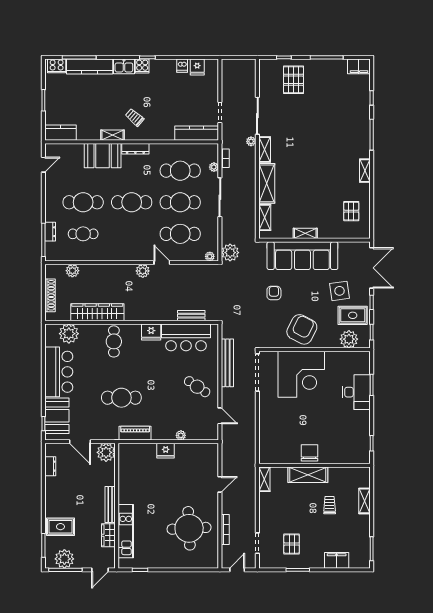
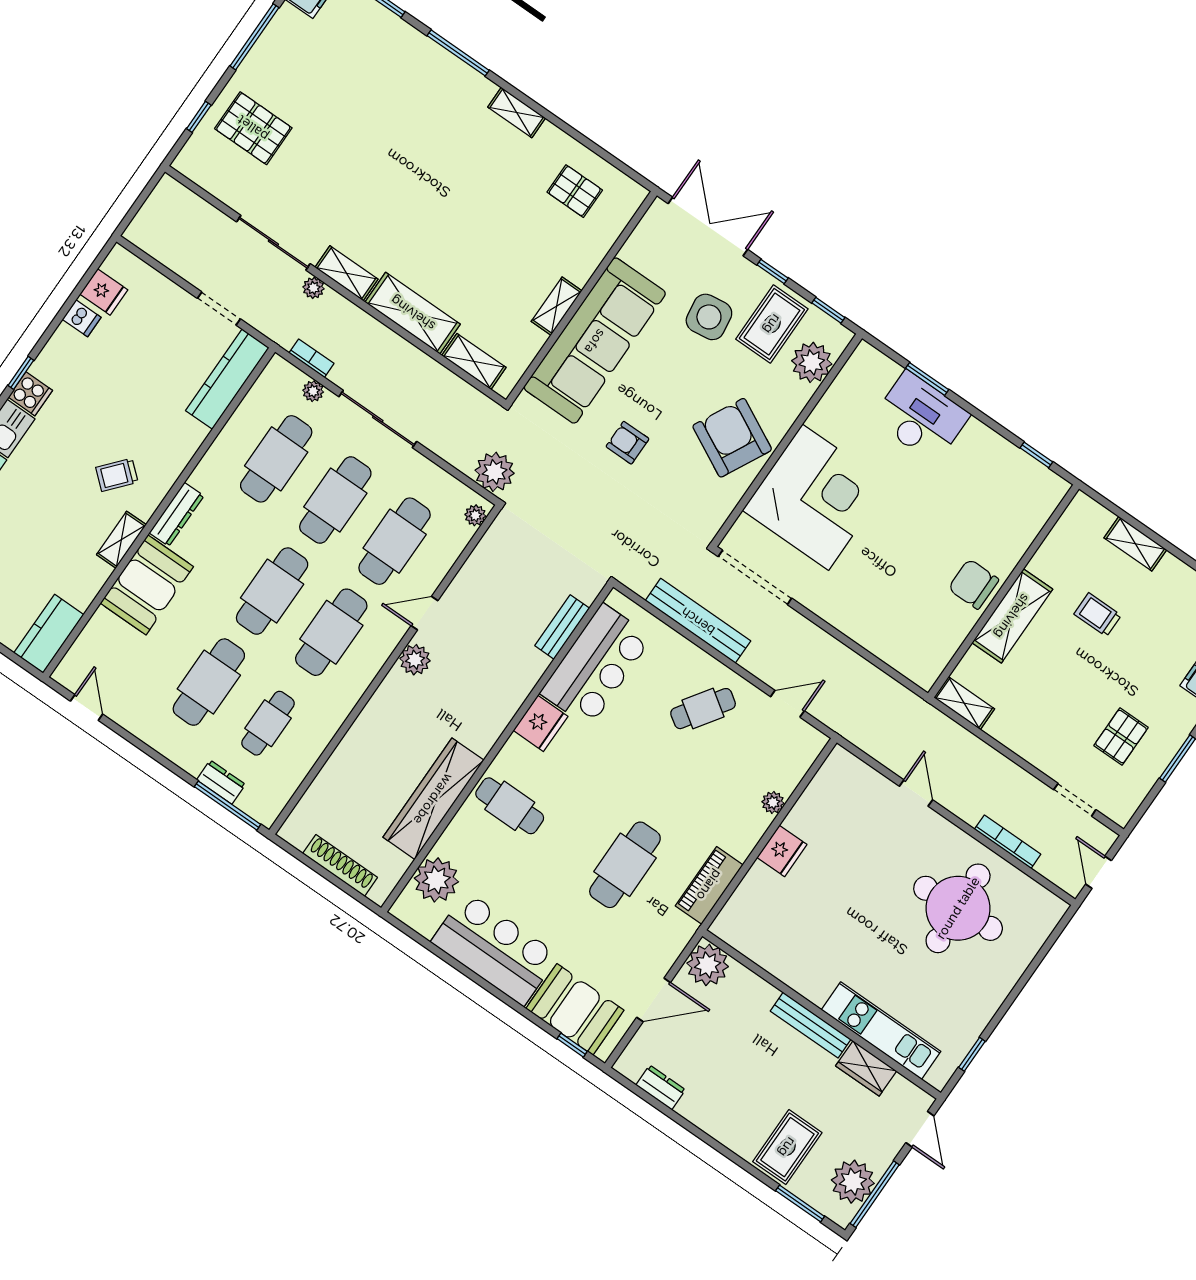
cafe table: (132, 234) -> (331, 632), added
plant: (72, 271) -> (323, 791), removed
pallet: (292, 544) -> (1121, 737), turned 90

